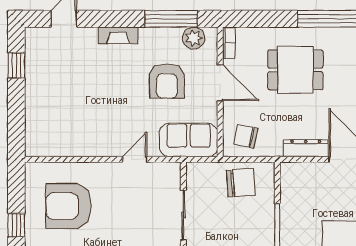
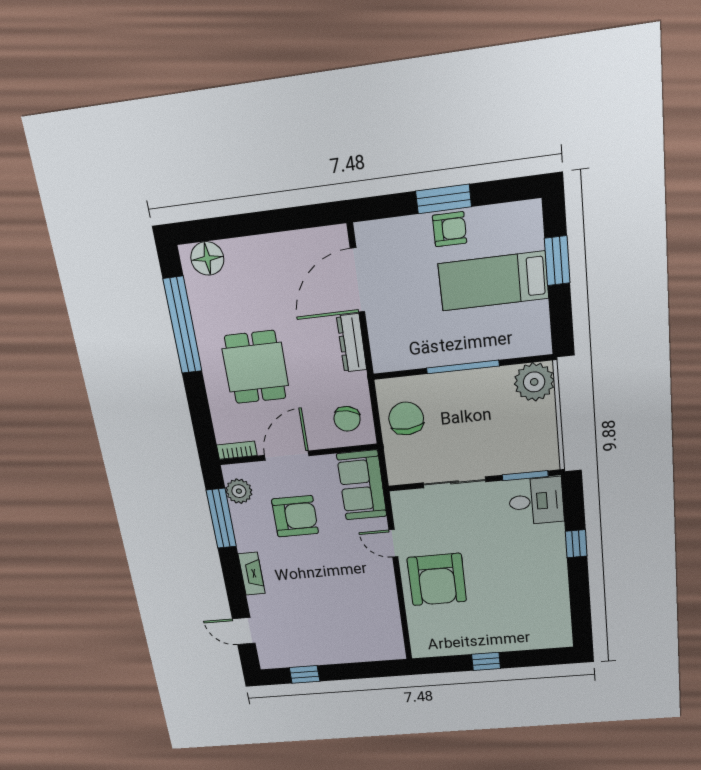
armchair: (68, 206) -> (437, 580), moved

